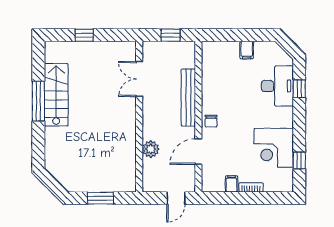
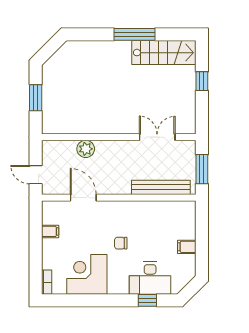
window: (171, 35) -> (202, 169), width x1.50
stairs: (56, 95) -> (164, 53), moved
bench: (188, 98) -> (161, 187), moved
chair: (211, 121) -> (121, 243), moved
window: (299, 160) -> (74, 300), removed
bookcase: (251, 187) -> (47, 282), moved

